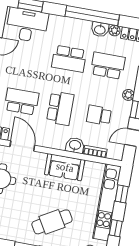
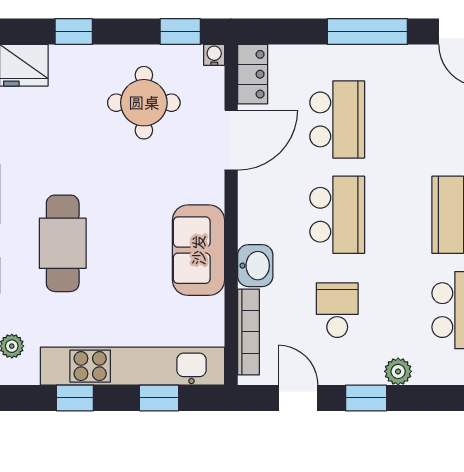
school desk: (60, 108) -> (337, 215), turned -90
bookcase: (95, 152) -> (249, 332), width x1.56
cafe table: (52, 222) -> (63, 243), turned 30

